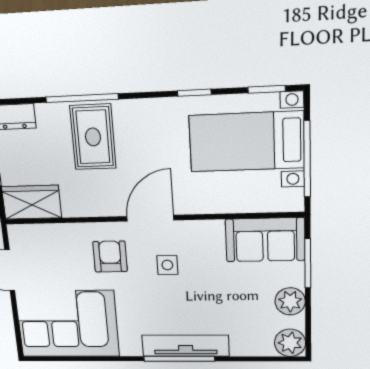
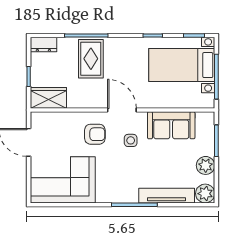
door: (150, 218) -> (122, 110), hinge flipped
sofa: (265, 240) -> (171, 125), moved
armchair: (110, 257) -> (95, 134), turned 90
tv unit: (185, 346) -> (167, 196), moved

